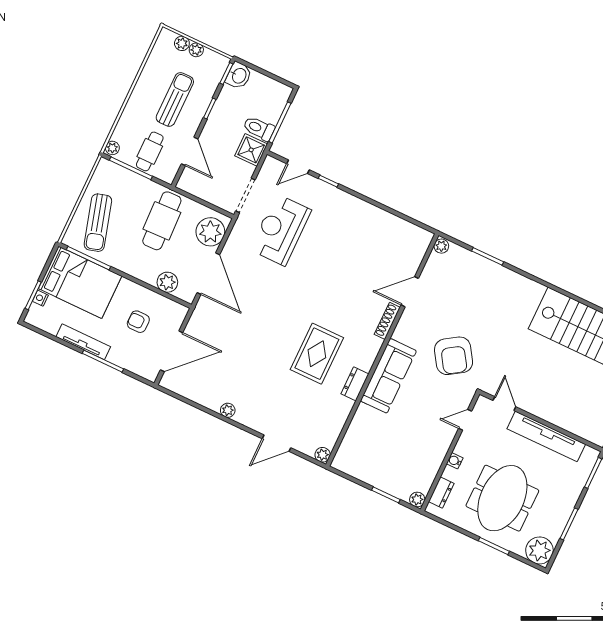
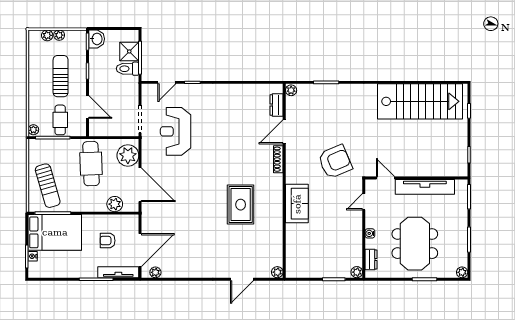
shower: (251, 150) -> (129, 51), moved
tv unit: (83, 342) -> (118, 272), moved
armchair: (454, 356) -> (335, 162), turned -80
sofa: (388, 376) -> (297, 204), width x0.73
dresser: (355, 384) -> (277, 105), moved
plant: (228, 410) -> (155, 272), moved
plant: (539, 550) -> (462, 272), width x0.53, depth x0.53

